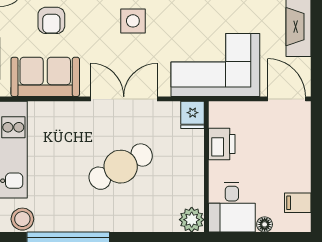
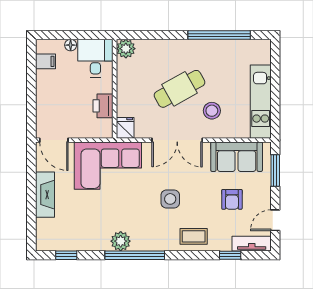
armchair: (51, 20) -> (232, 199), turned 180
stool: (22, 219) -> (212, 111), moved

